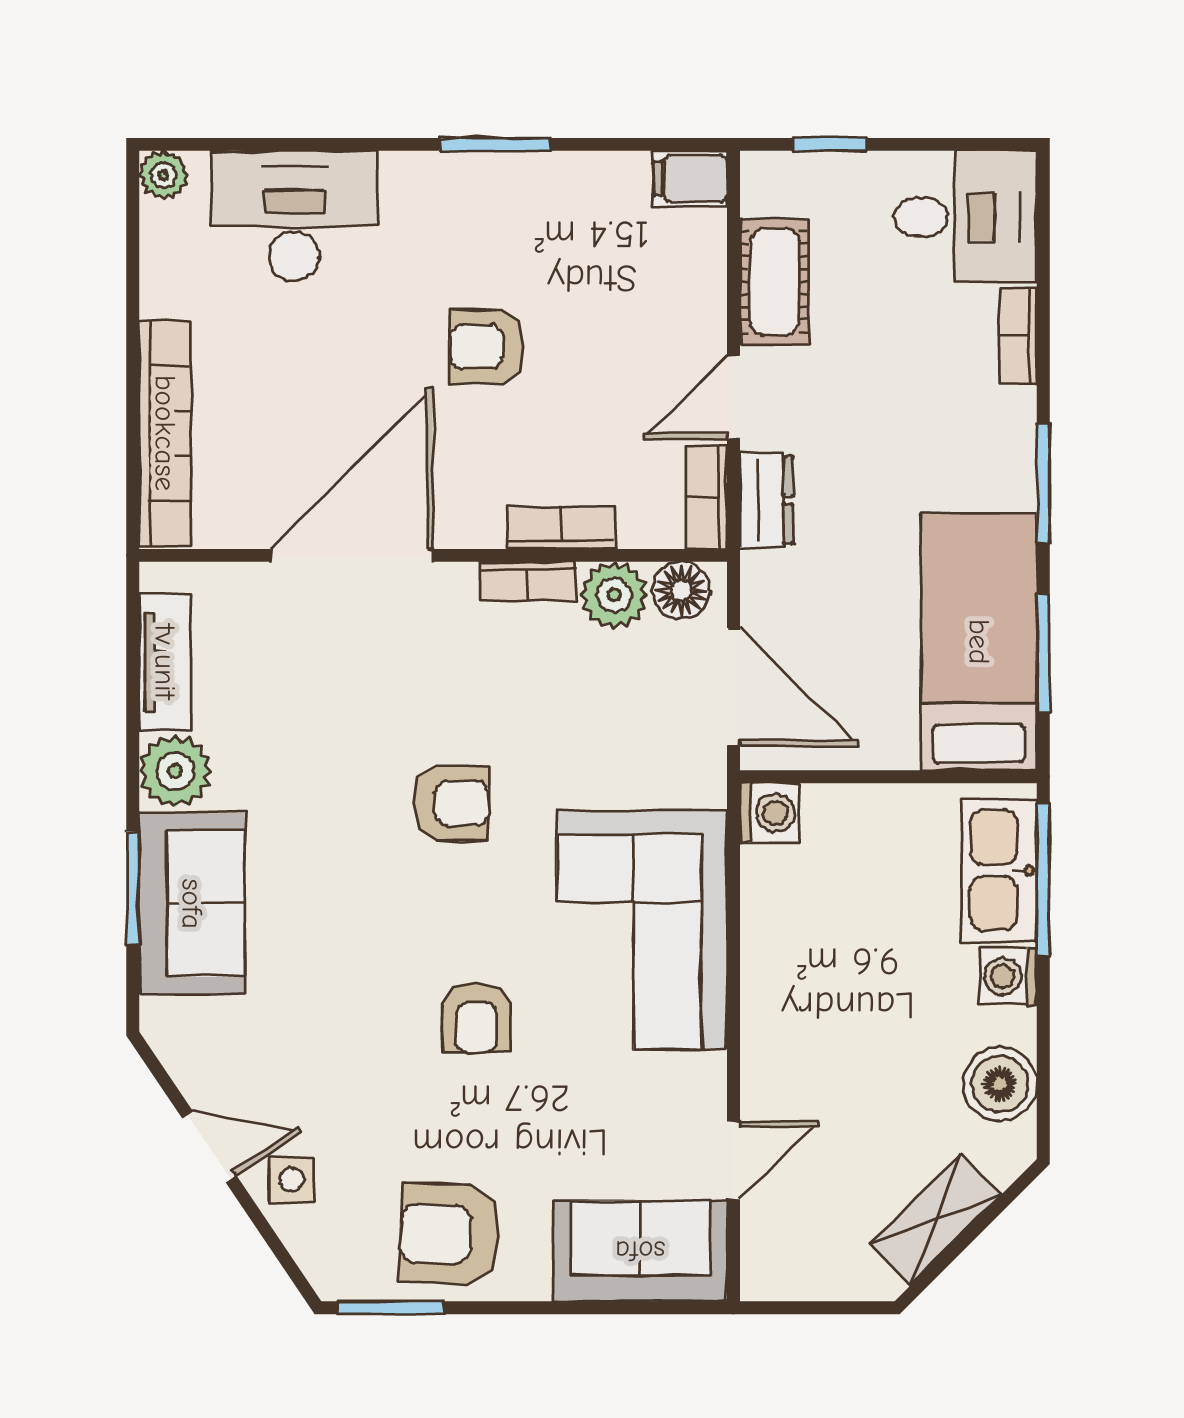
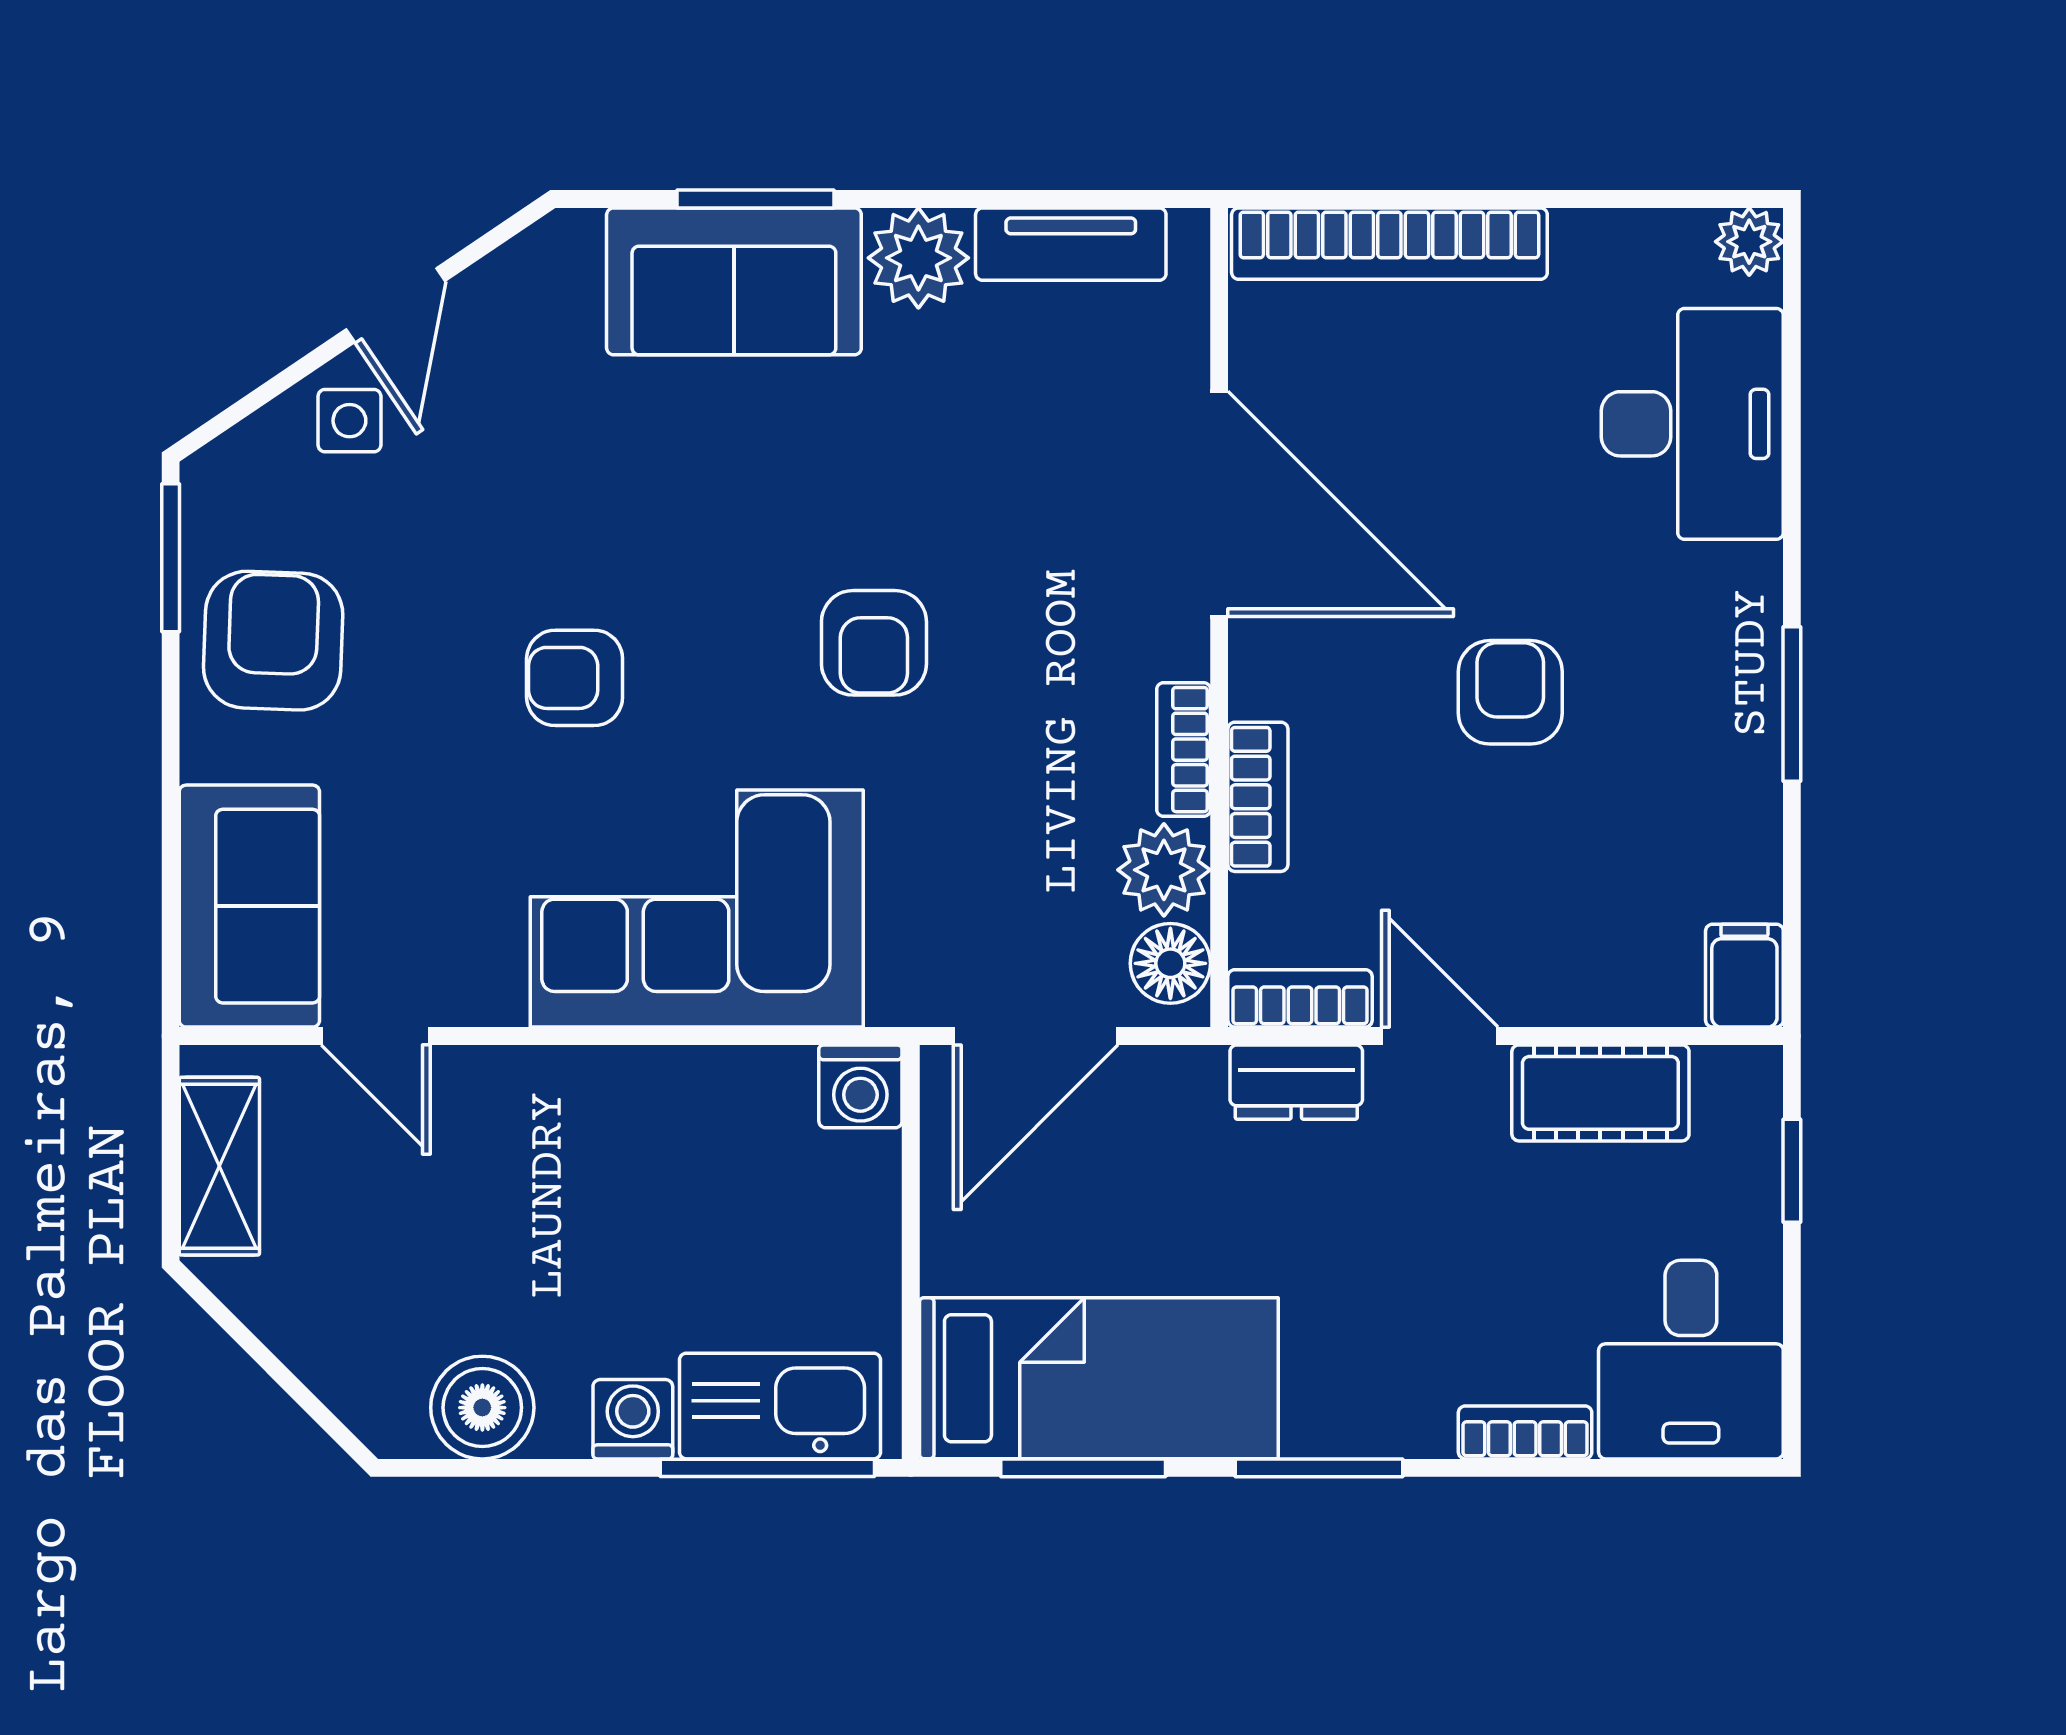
shelving: (936, 1219) -> (219, 1166), moved, turned 45

